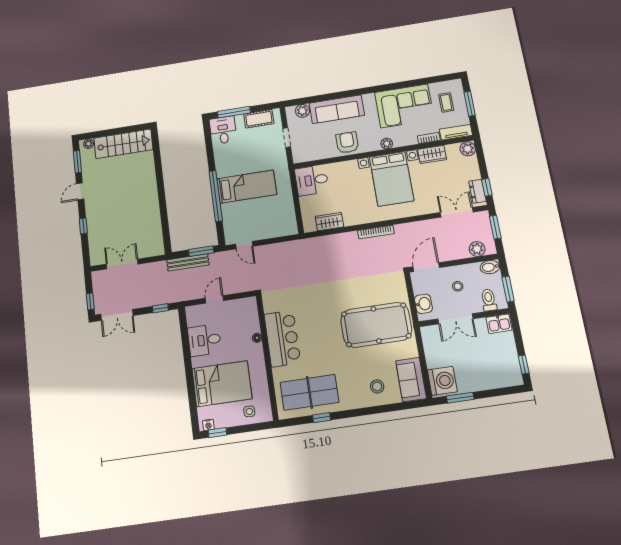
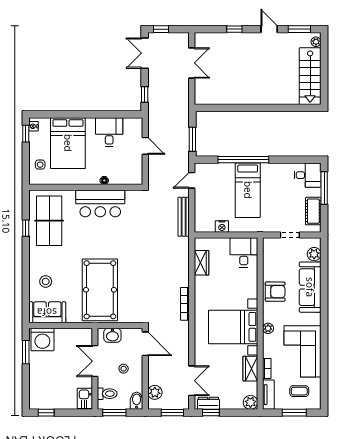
nightstand: (288, 207) -> (222, 227), added
bench: (188, 262) -> (184, 217), moved

